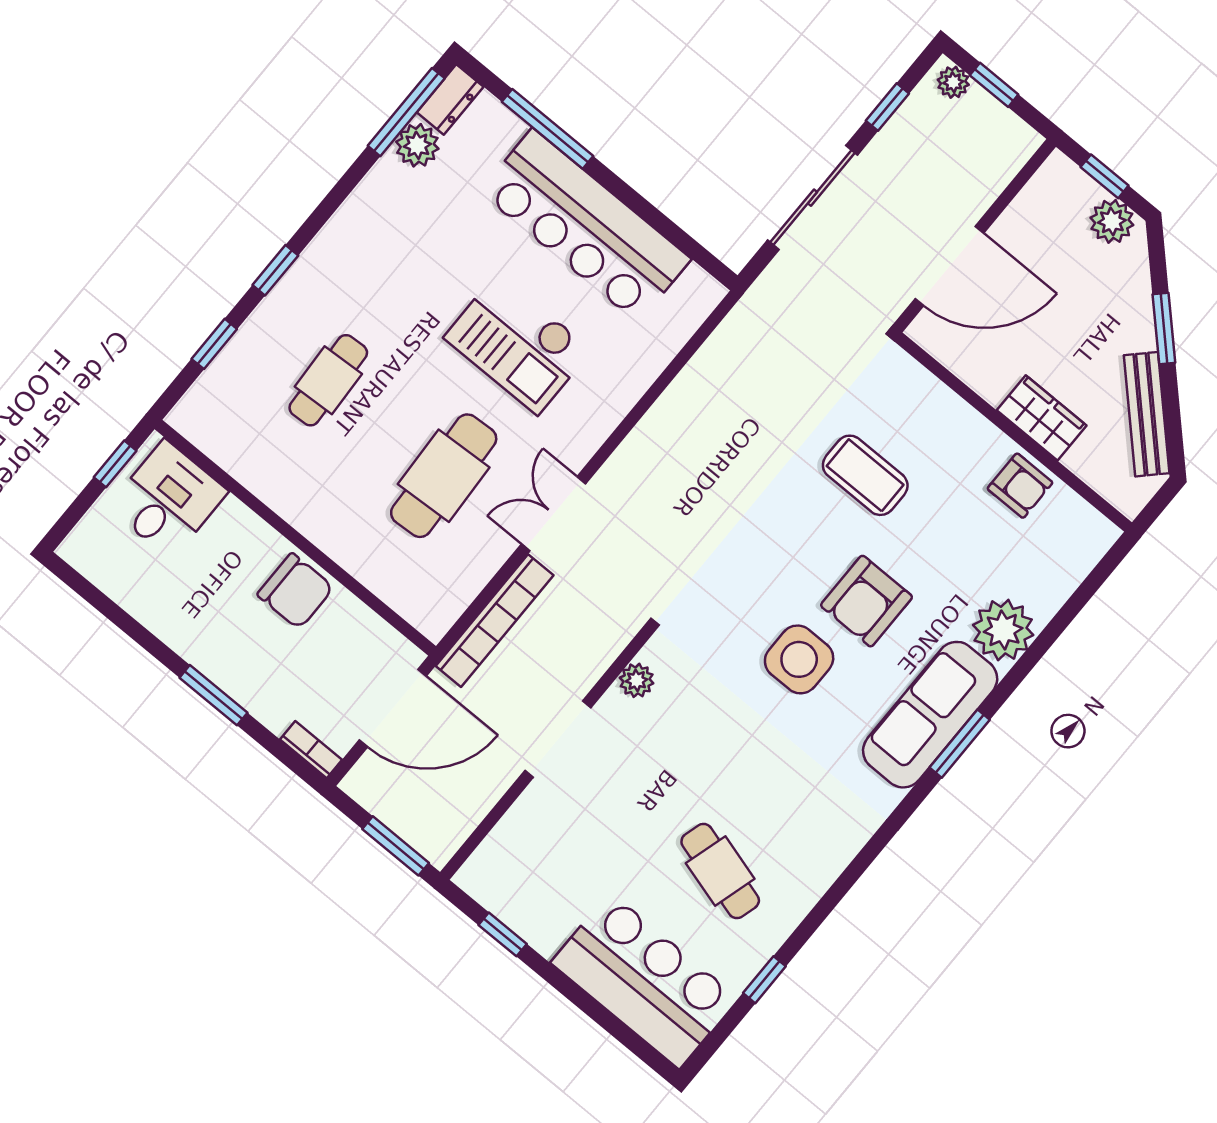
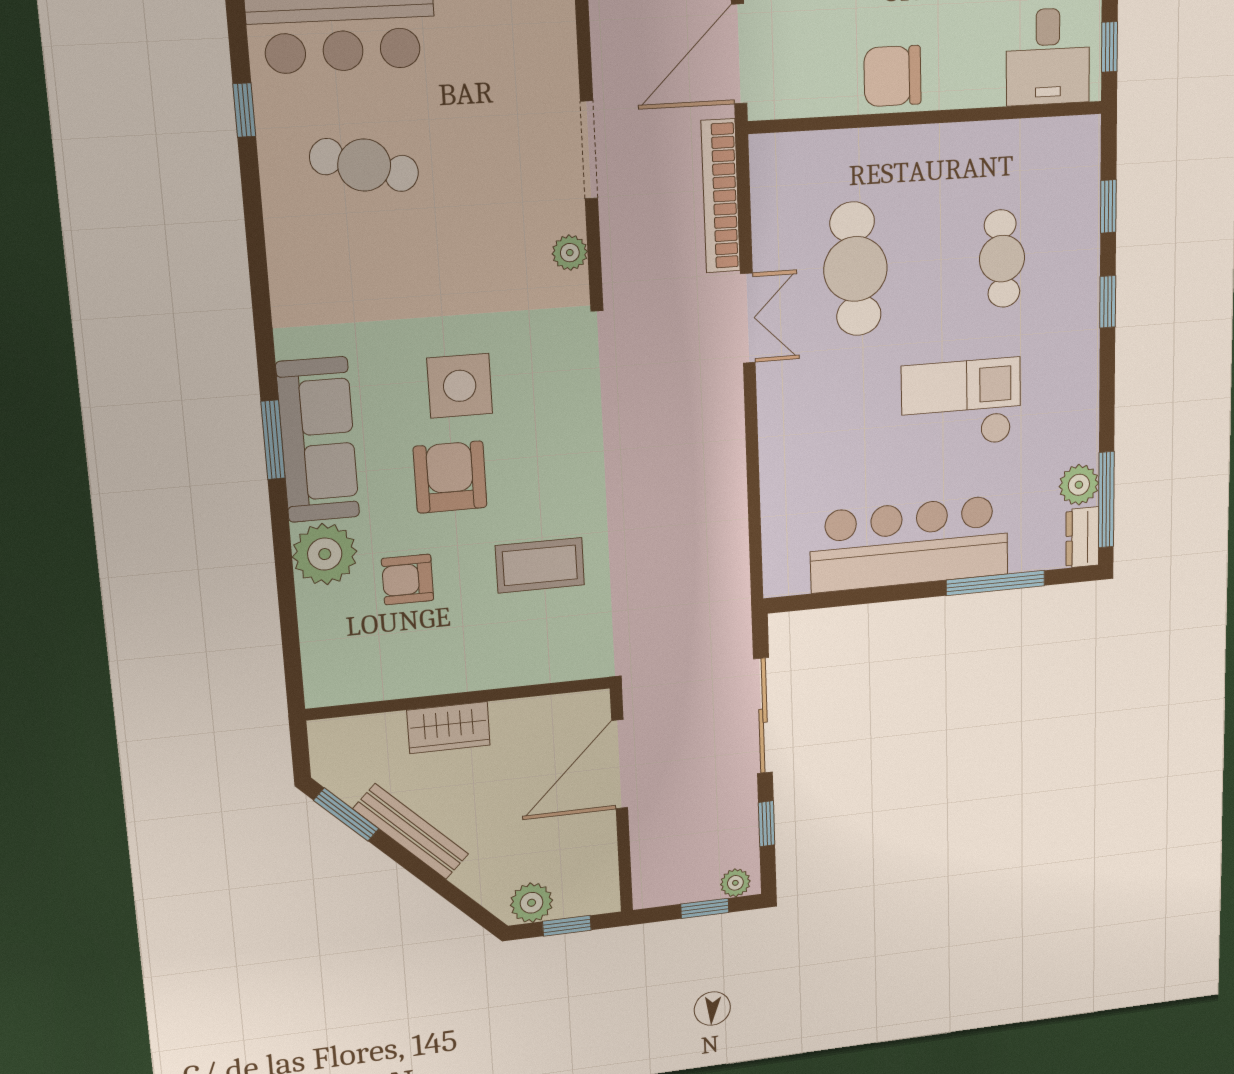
window: (1164, 329) -> (346, 814), moved
checkout: (518, 344) -> (961, 404), moved
bench: (1147, 414) -> (411, 832), moved
armchair: (1020, 486) -> (408, 579), moved

